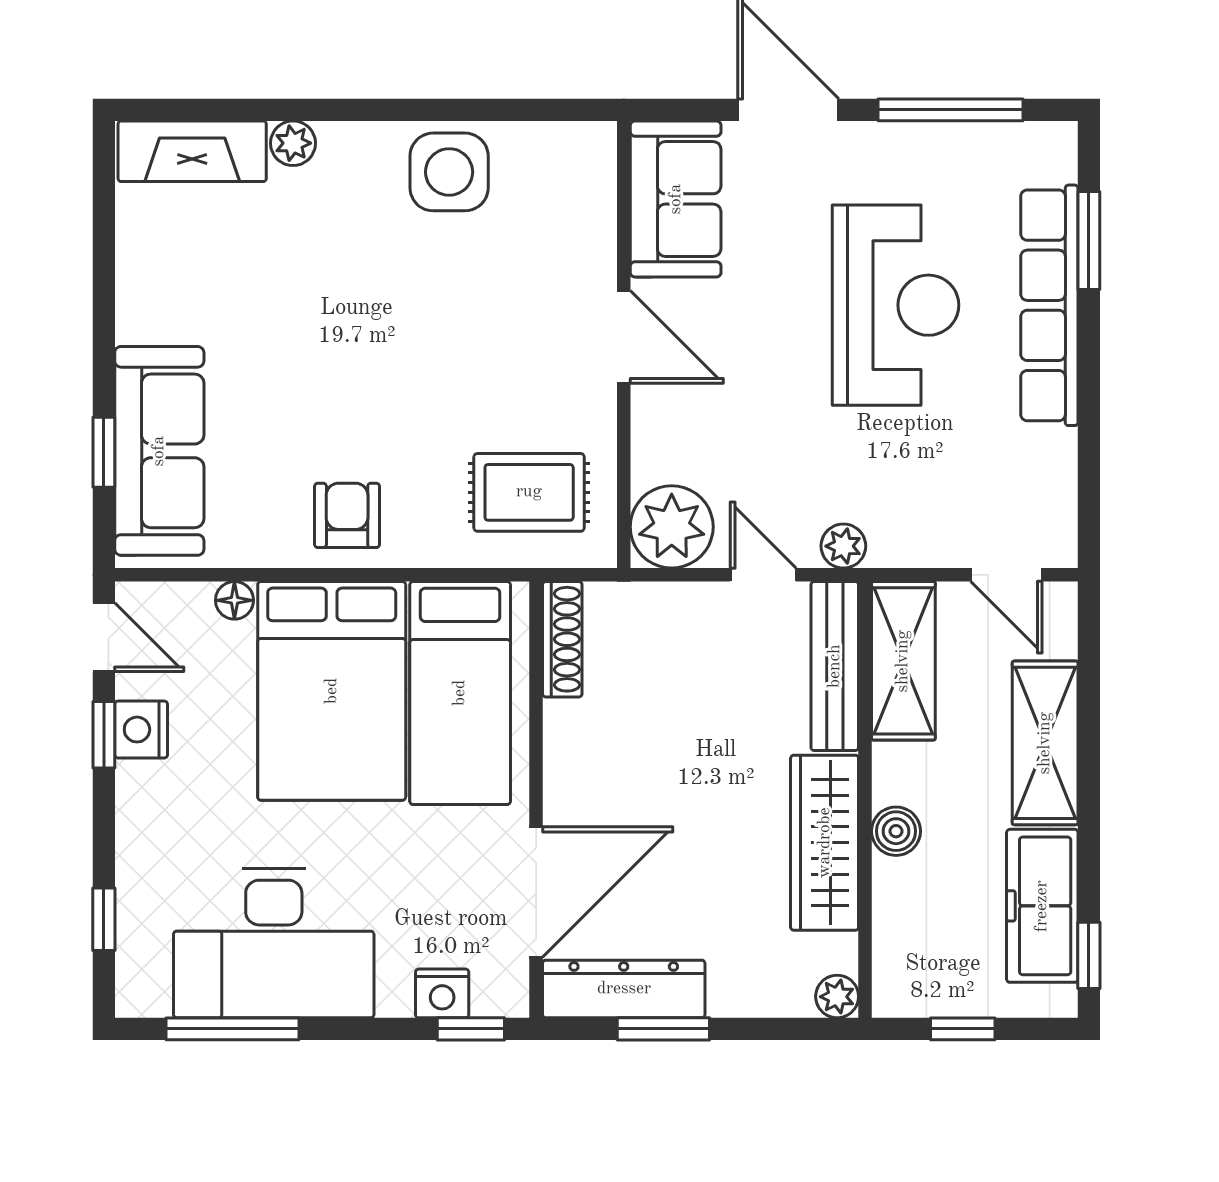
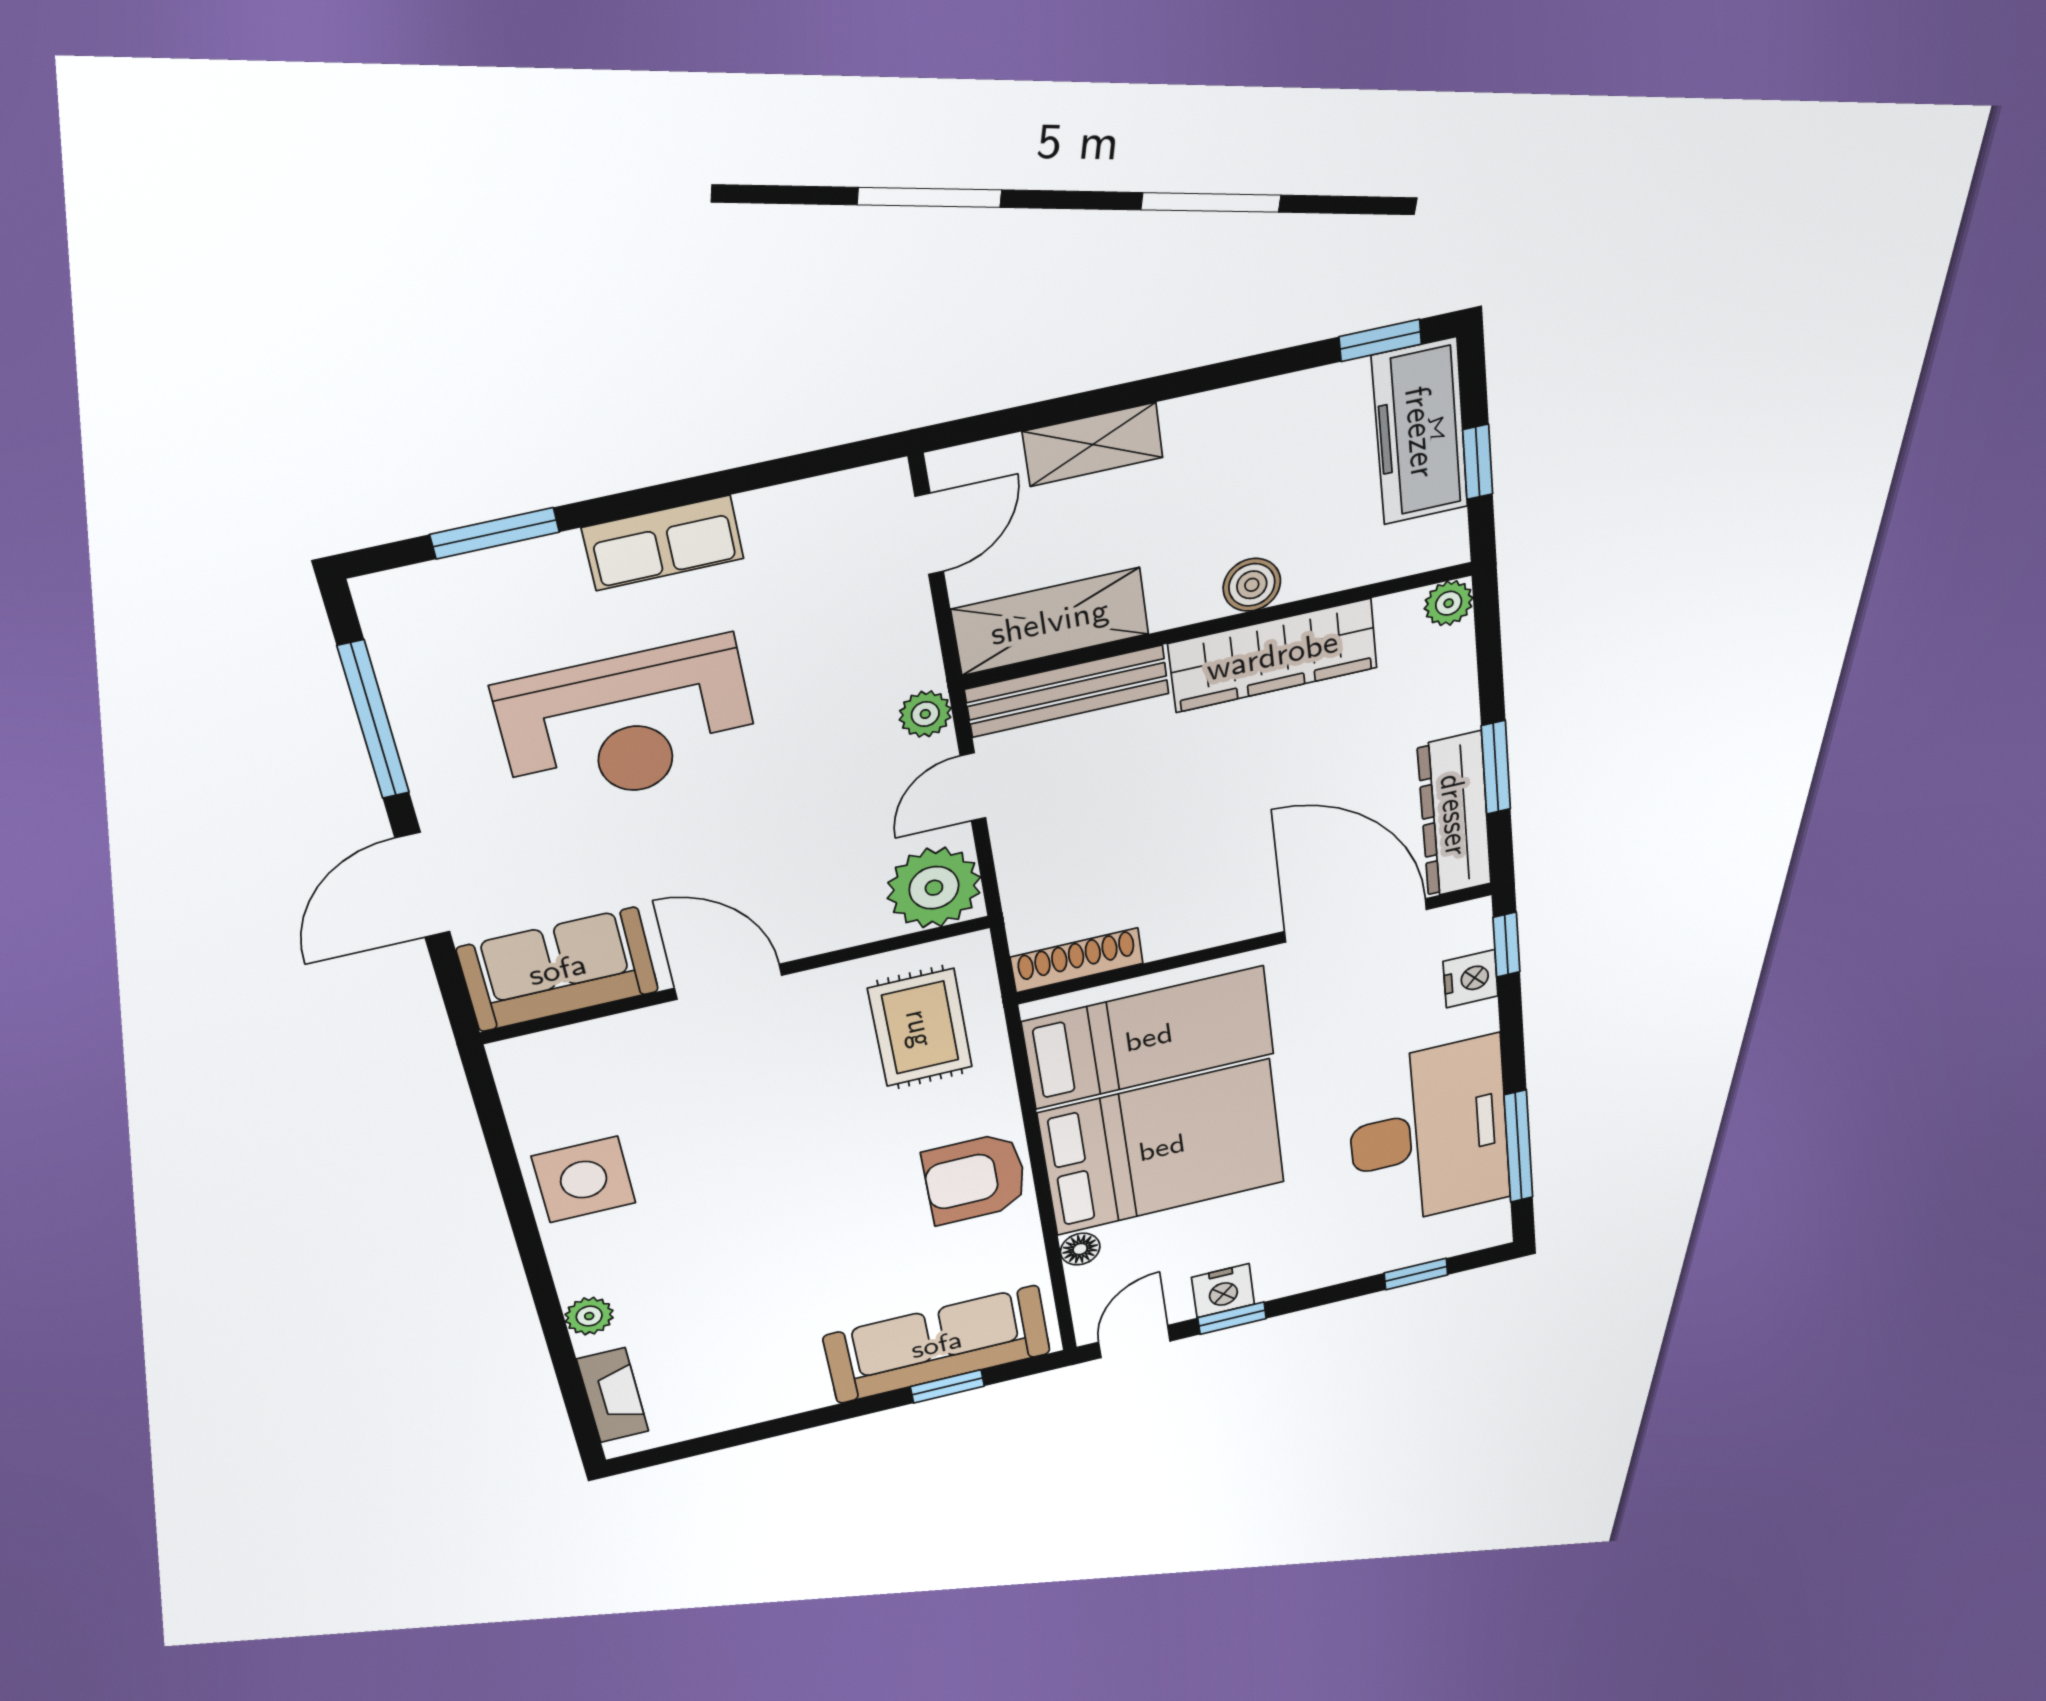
fireplace: (192, 151) -> (613, 1395), width x0.73, depth x0.76
reception desk: (896, 305) -> (627, 725), turned 180
row of seats: (1049, 305) -> (663, 543), width x0.50
door: (624, 337) -> (728, 982), hinge flipped
armchair: (347, 515) -> (975, 1178), width x1.38, depth x1.38
shelving: (1045, 743) -> (1093, 444), width x0.67, depth x0.75
freezer: (1042, 906) -> (1420, 432), moved, turned 90

